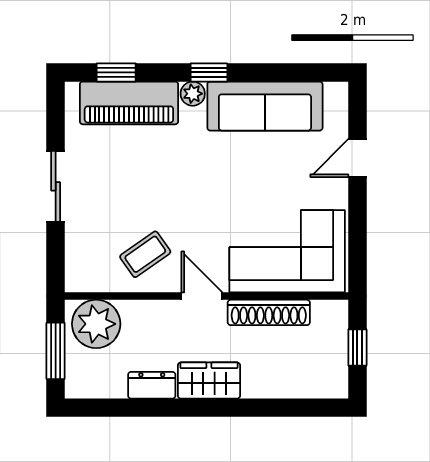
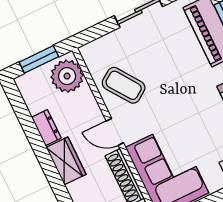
coffee table: (145, 254) -> (124, 85), width x1.36, depth x1.30
door: (202, 296) -> (115, 132), swing flipped

